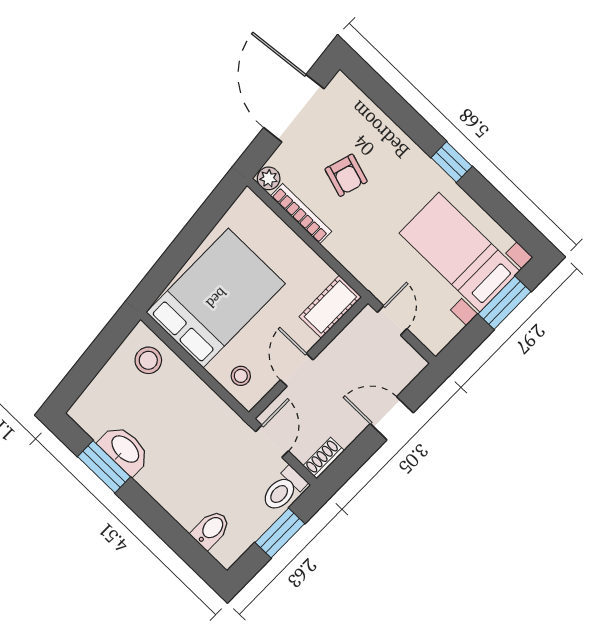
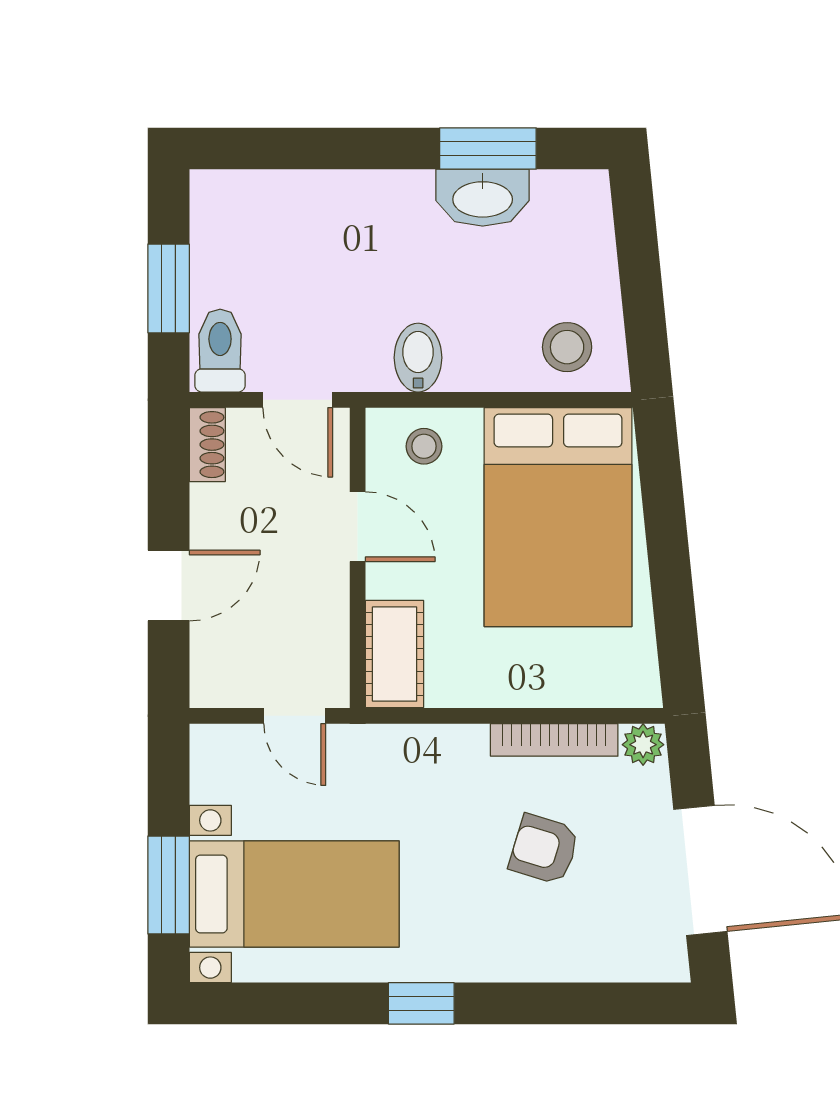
bidet: (211, 529) -> (418, 358), moved, turned 180

